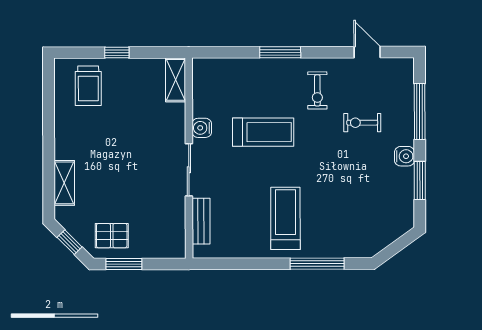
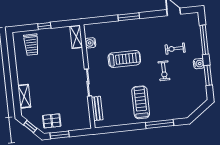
exercise bike: (317, 90) -> (164, 71), moved
water cooler: (202, 128) -> (90, 43), moved

